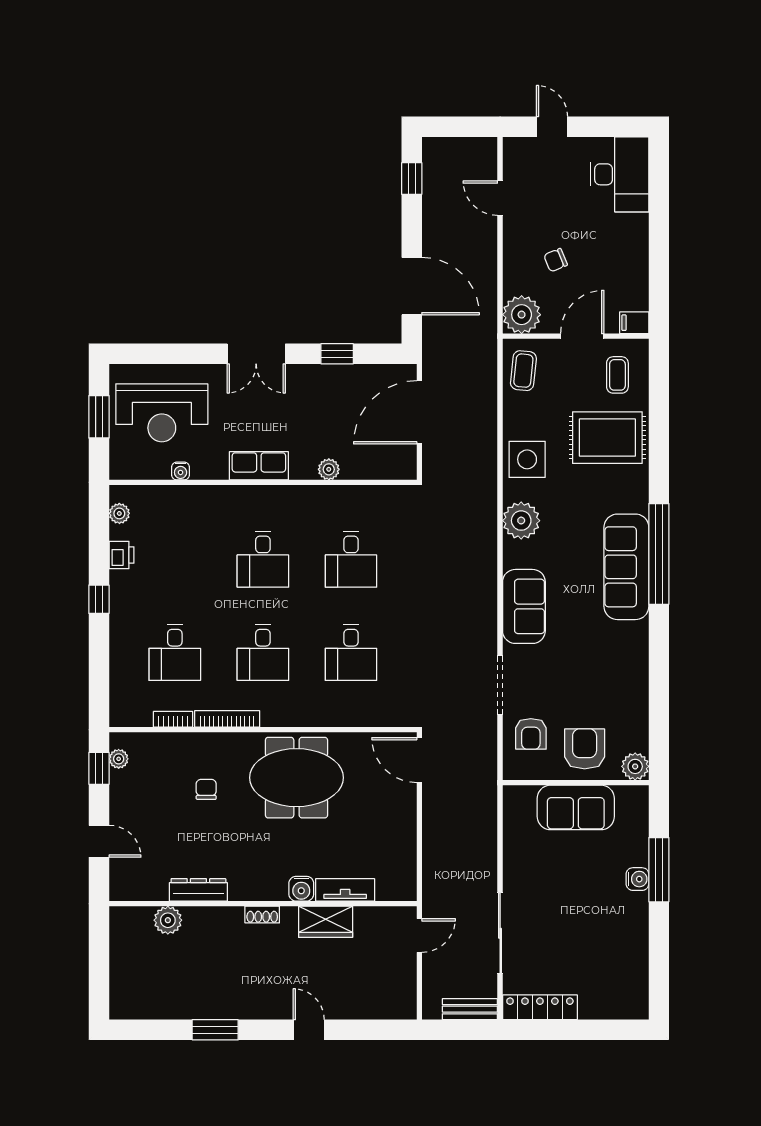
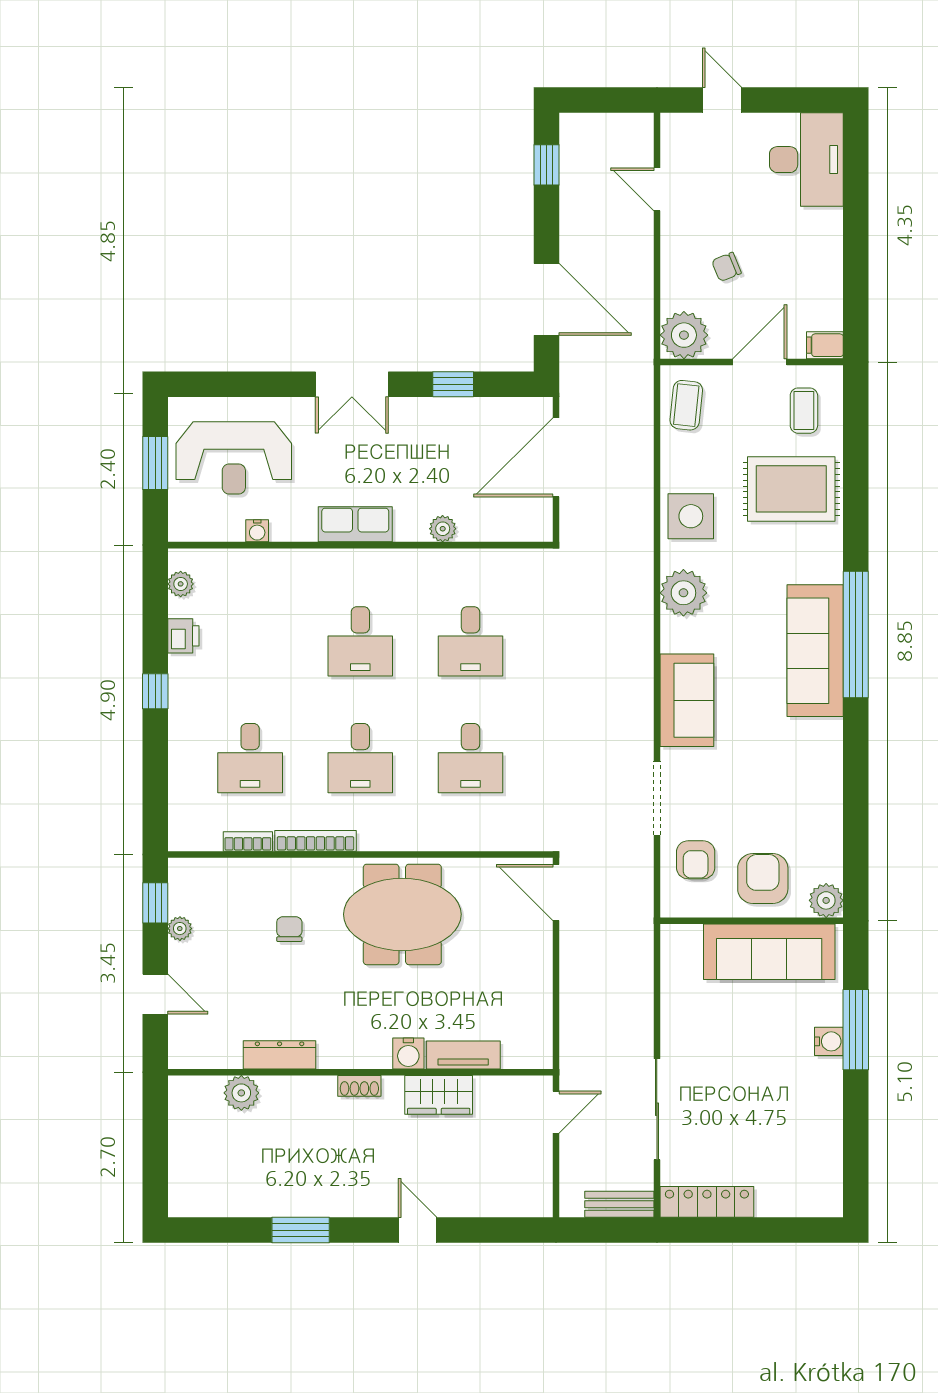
plant: (119, 759) -> (180, 929), moved
sofa: (576, 807) -> (769, 952), width x1.36

